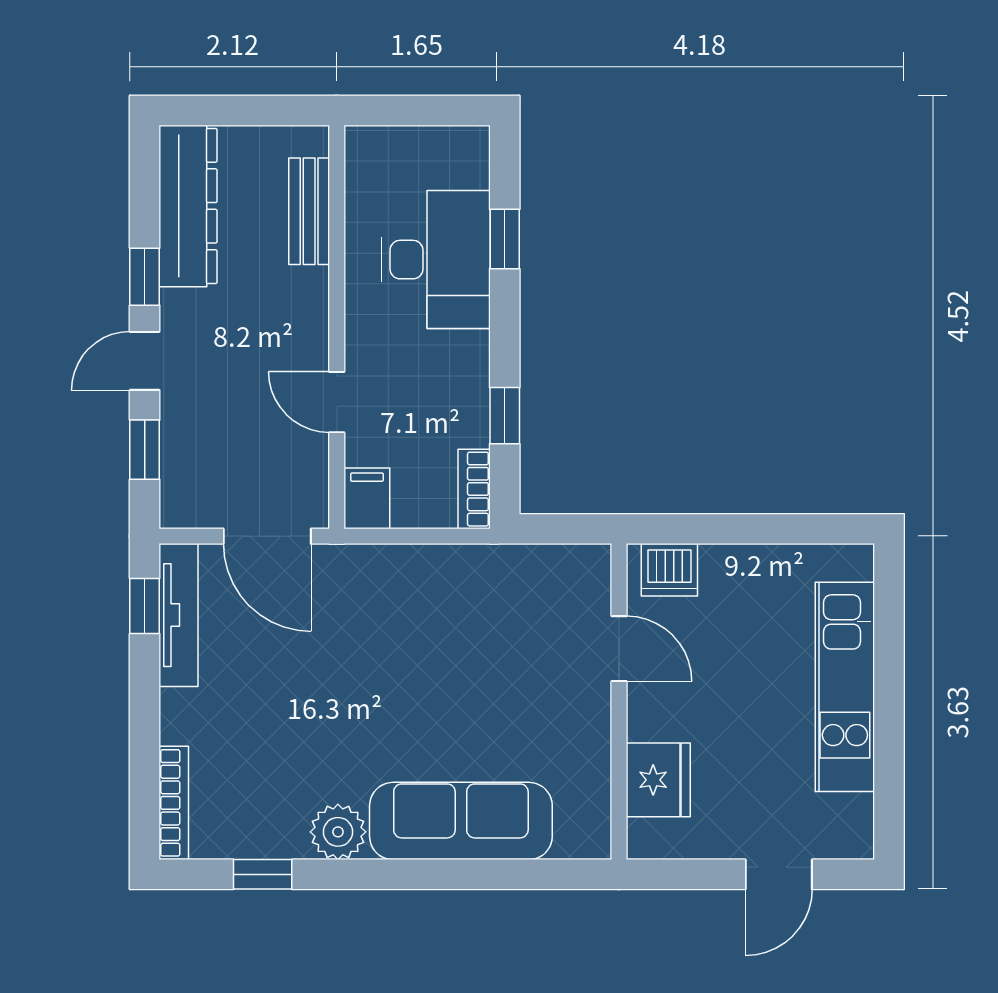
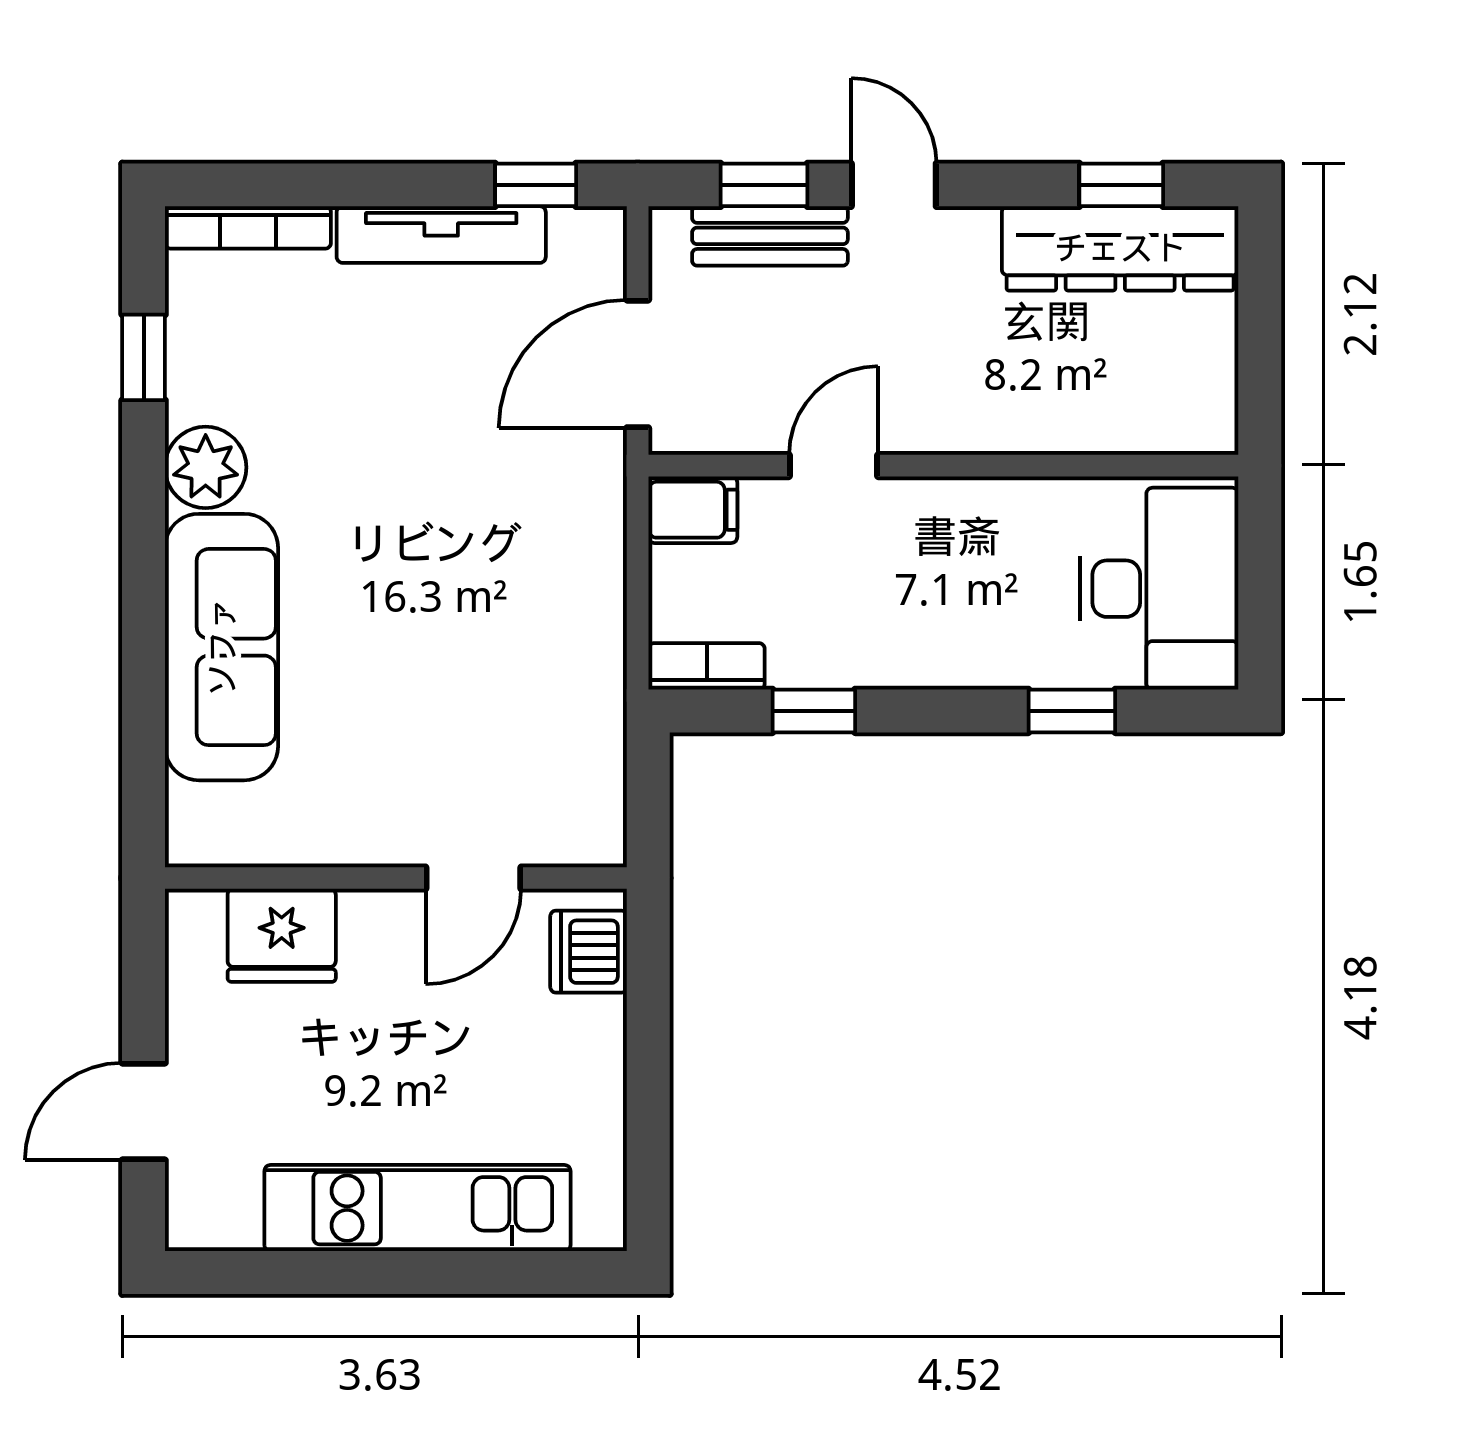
bench: (309, 211) -> (770, 236), moved
desk: (436, 260) -> (1159, 589), moved, turned -90
window: (145, 277) -> (1121, 185), moved
tv unit: (179, 615) -> (441, 235), moved
door: (779, 874) -> (144, 1111), hinge flipped

